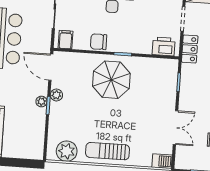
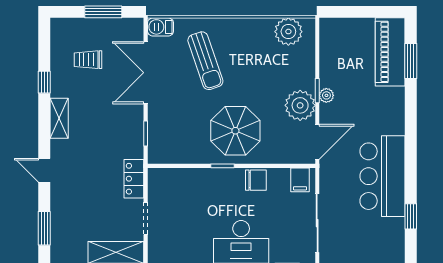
printer: (164, 46) -> (169, 180), removed
door: (51, 67) -> (317, 142), hinge flipped
plant: (56, 95) -> (300, 105), width x1.87, depth x1.87
double door: (176, 128) -> (146, 73), width x1.37
sun lounger: (108, 151) -> (205, 61), moved, turned 71

